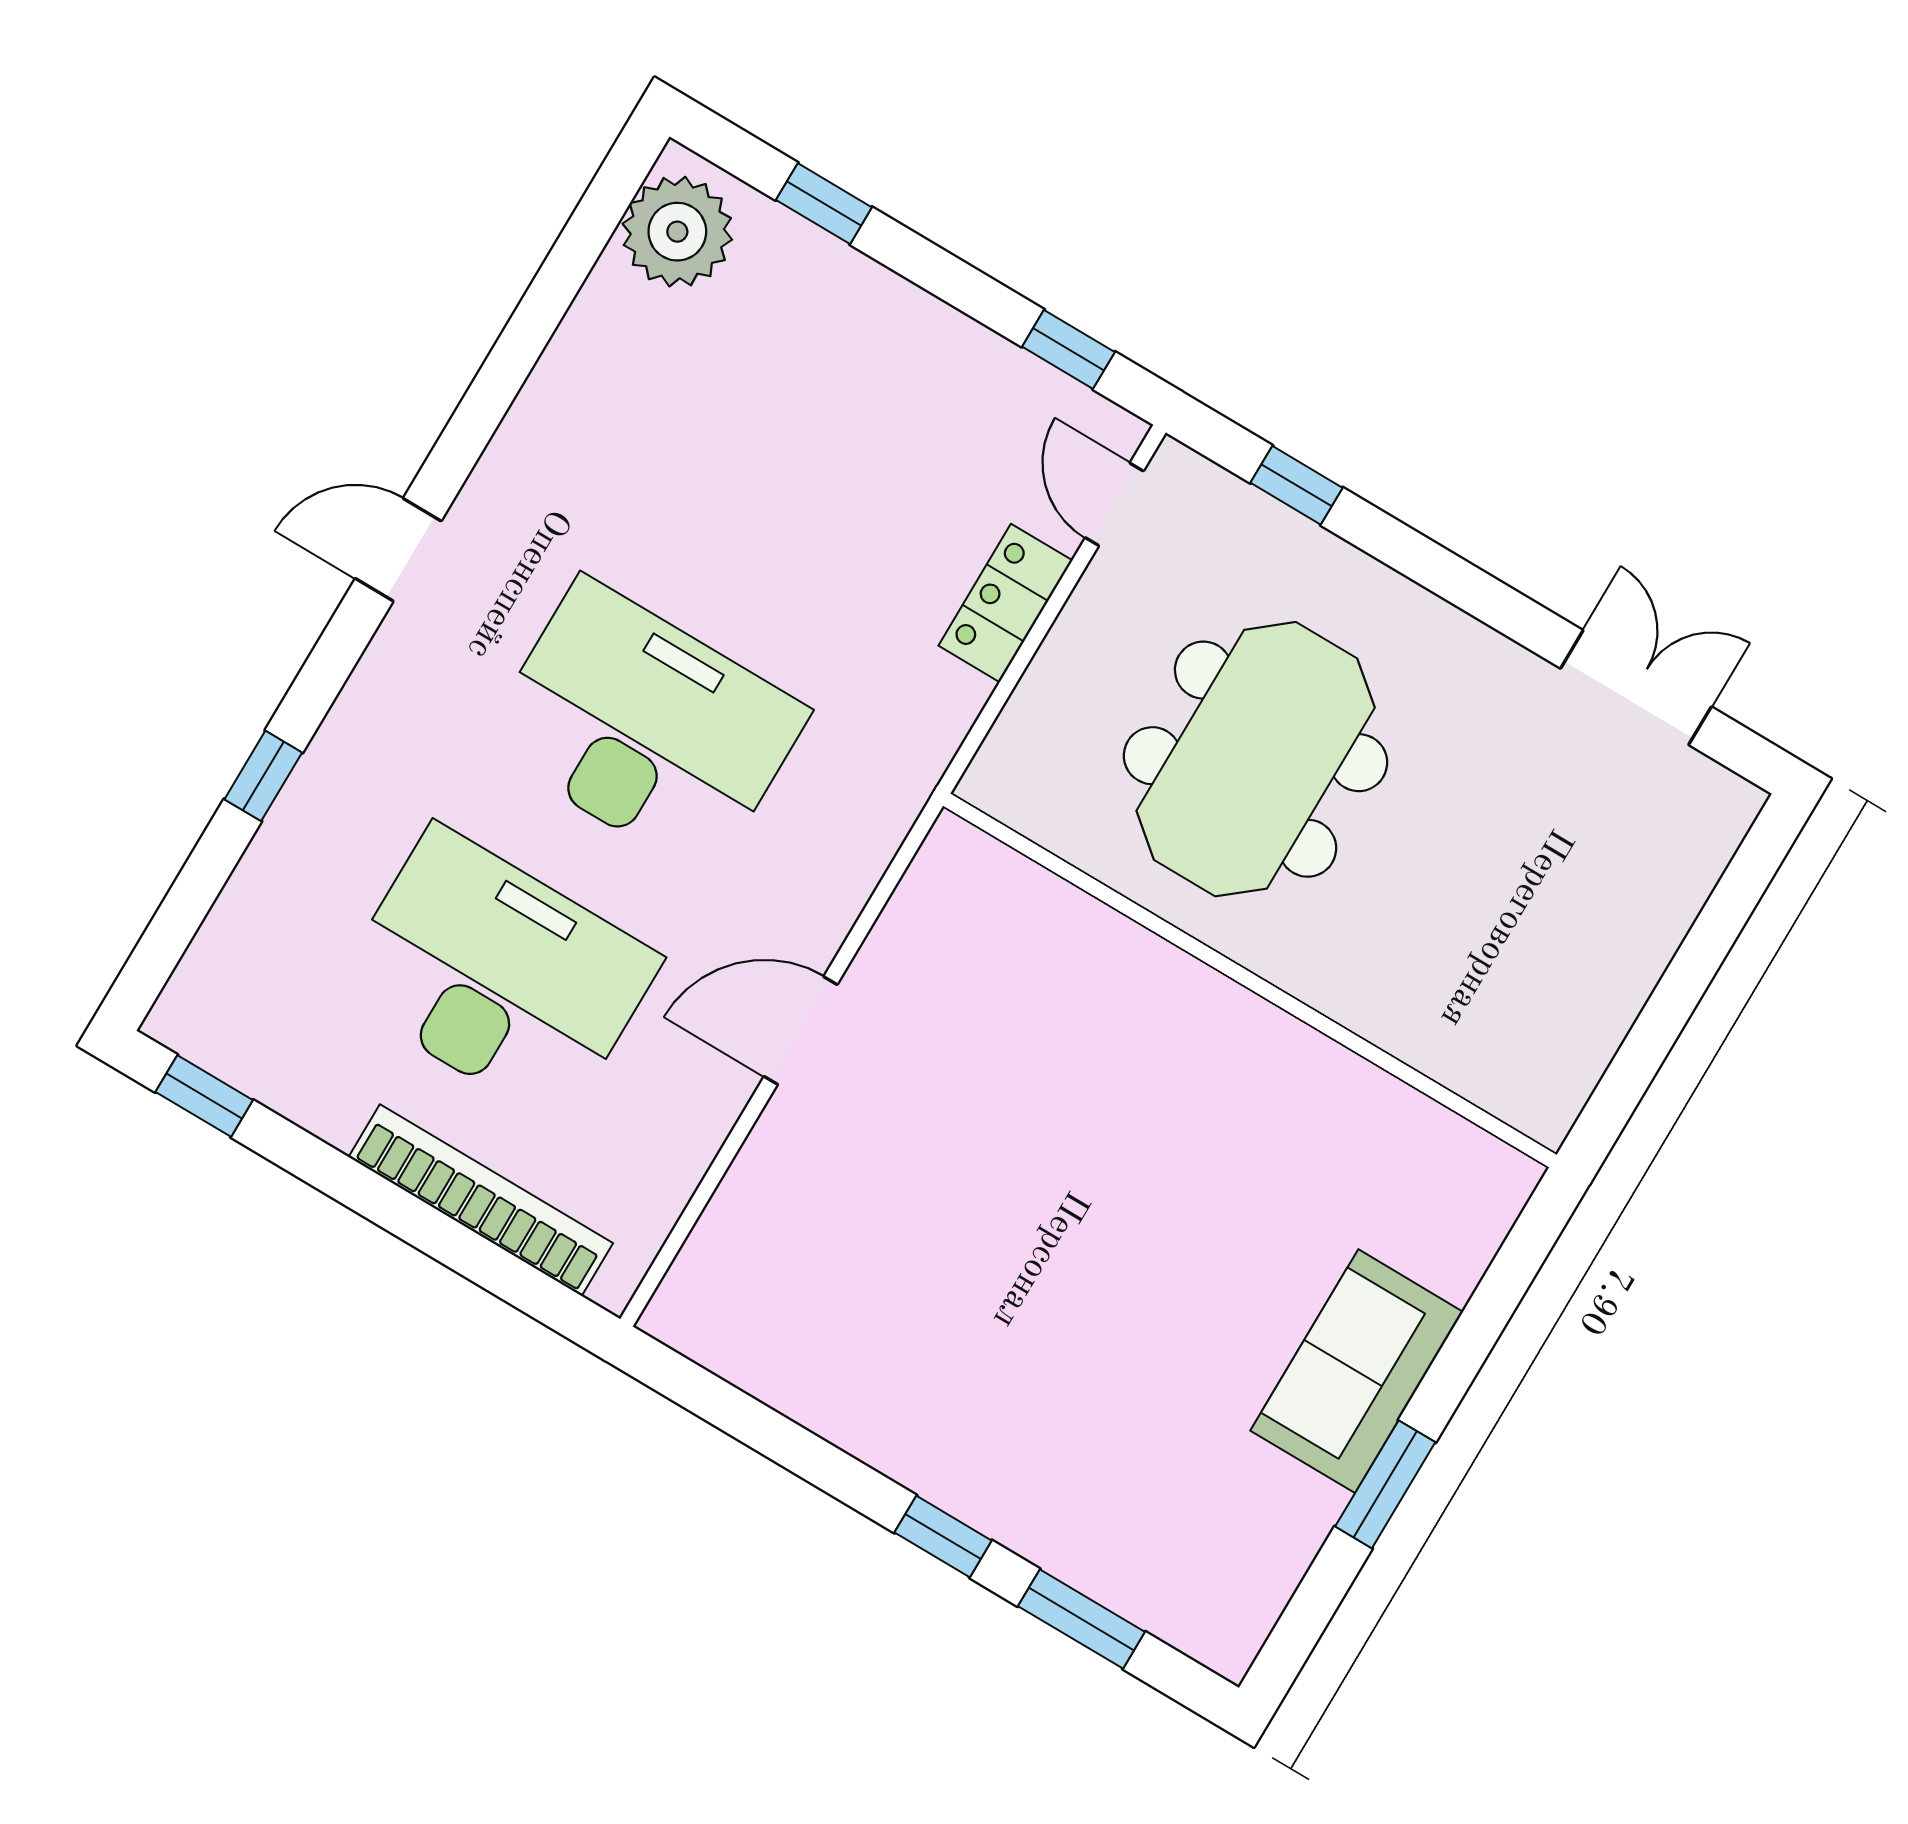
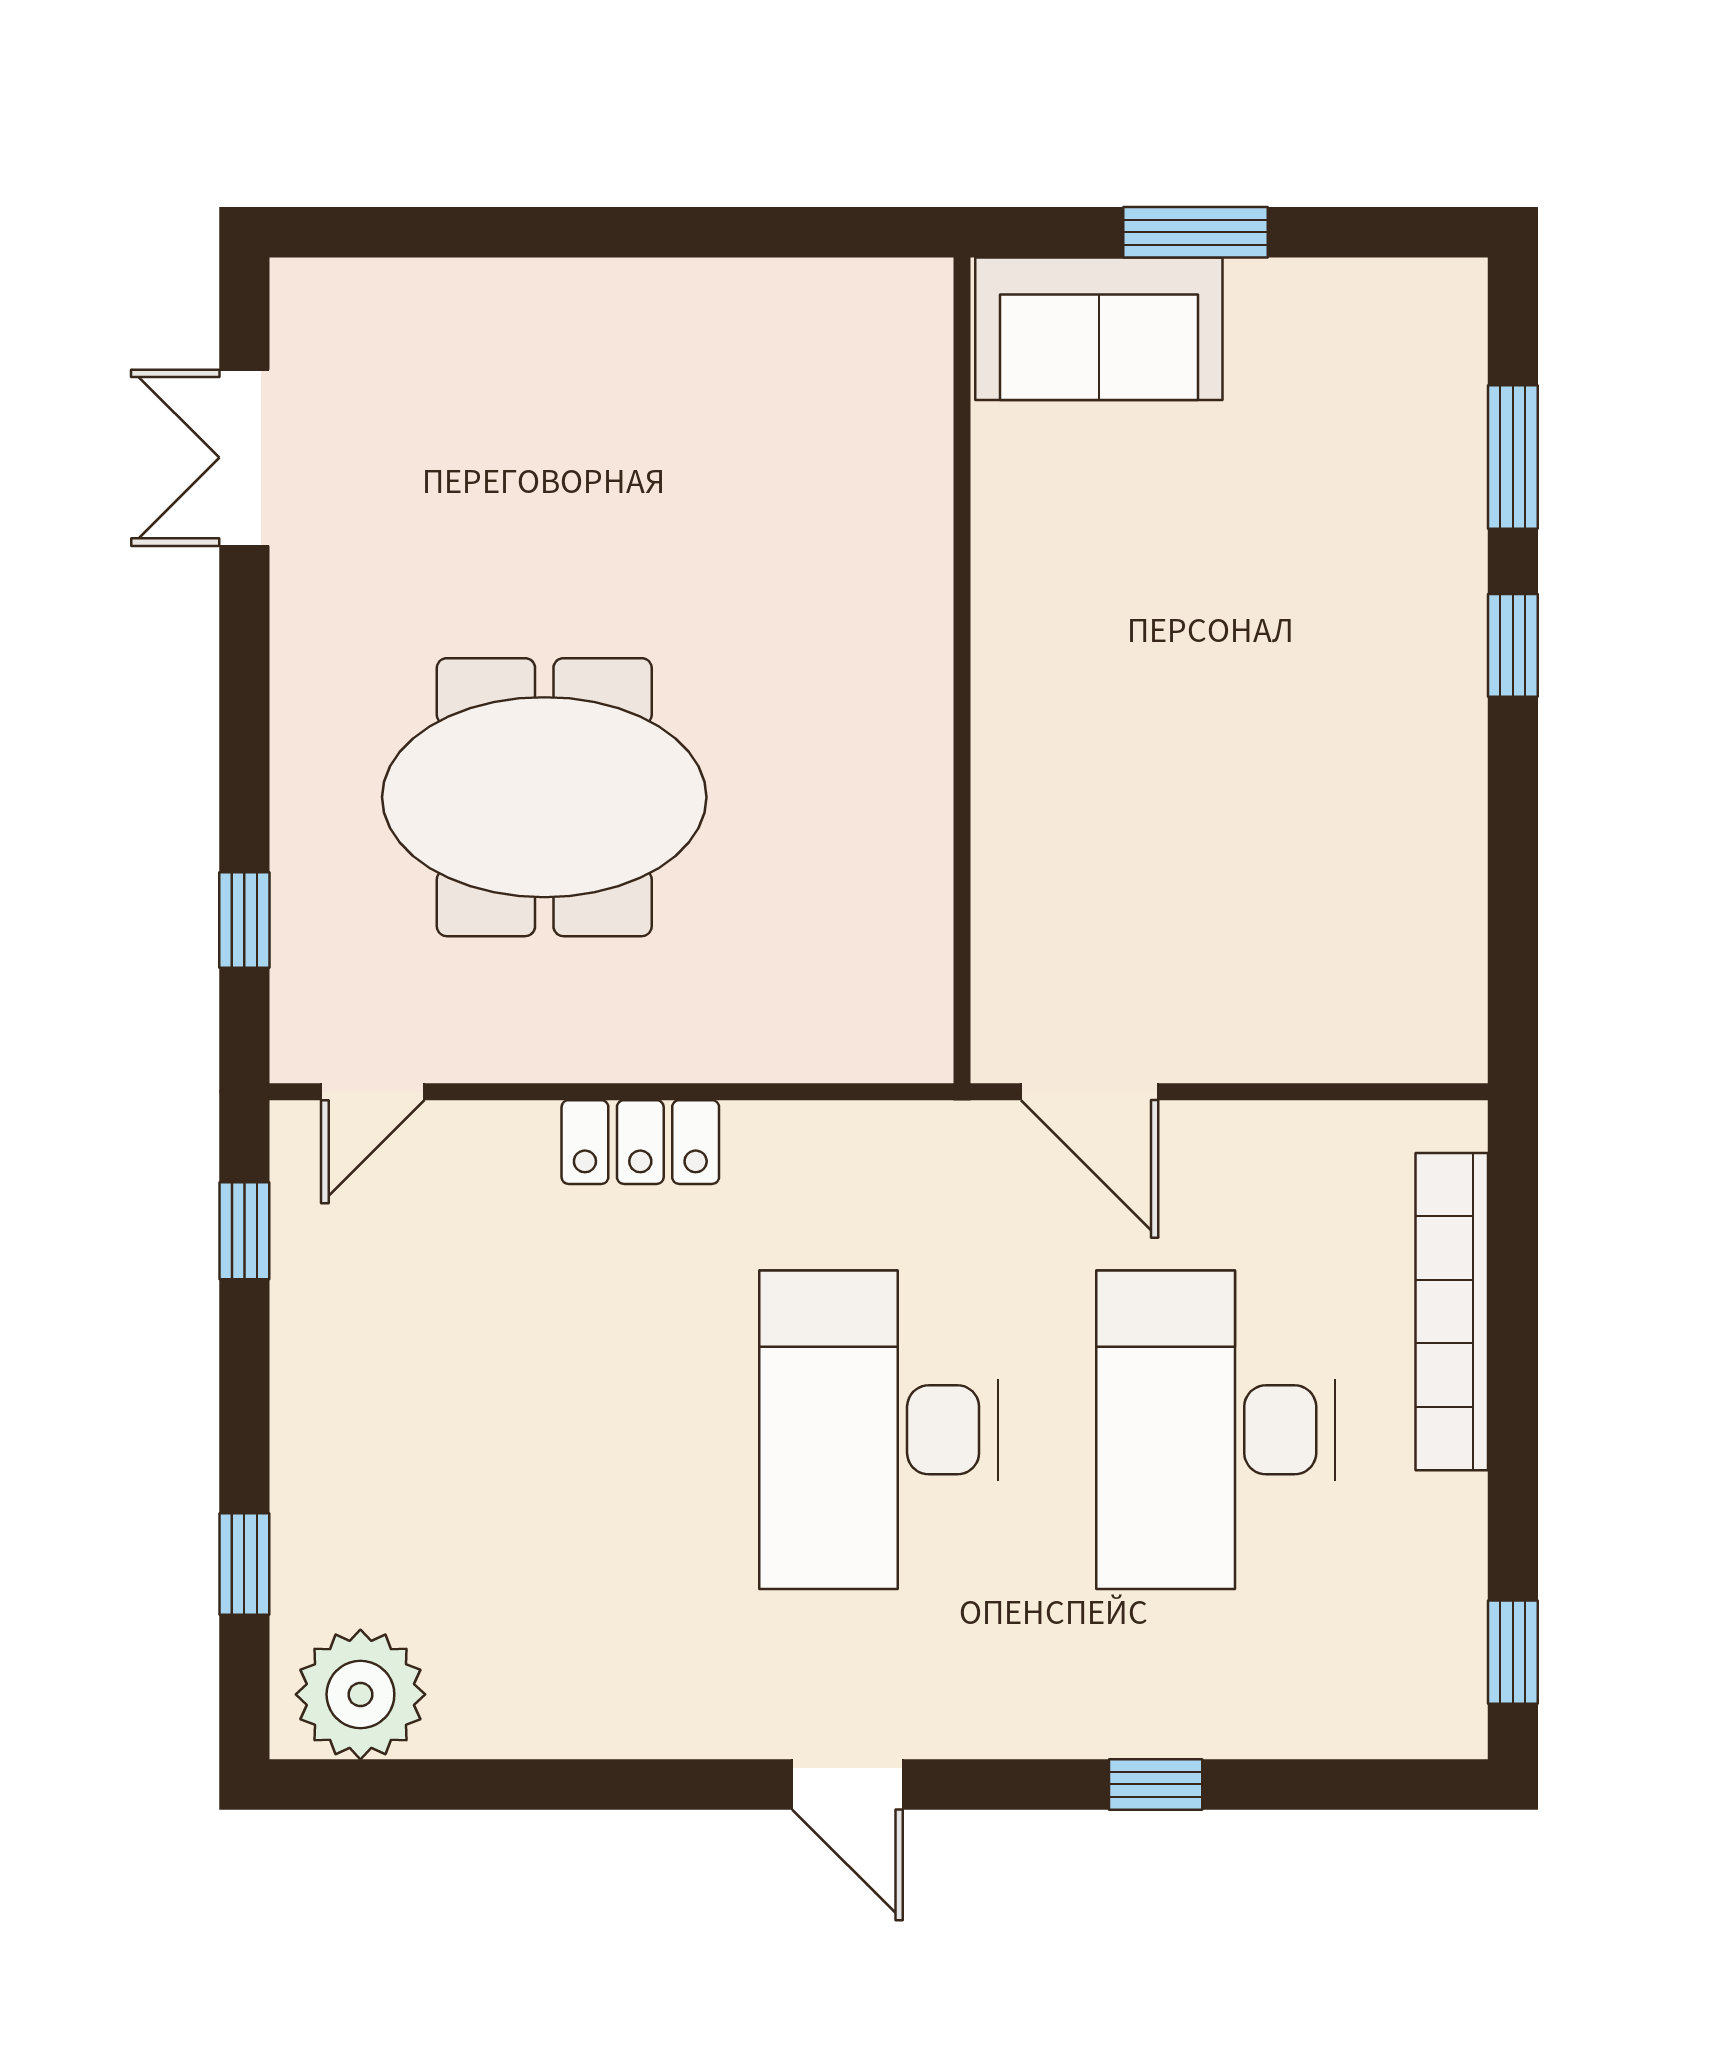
locker: (1005, 603) -> (640, 1142), moved
wall: (1250, 980) -> (962, 670), moved

